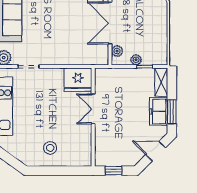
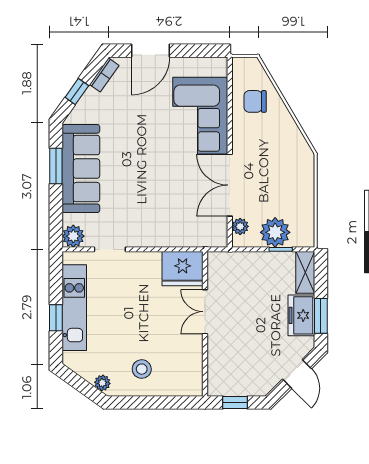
plant: (136, 60) -> (275, 232), width x1.87, depth x1.87
door: (156, 151) -> (297, 374), swing flipped
plant: (23, 157) -> (102, 383), added

